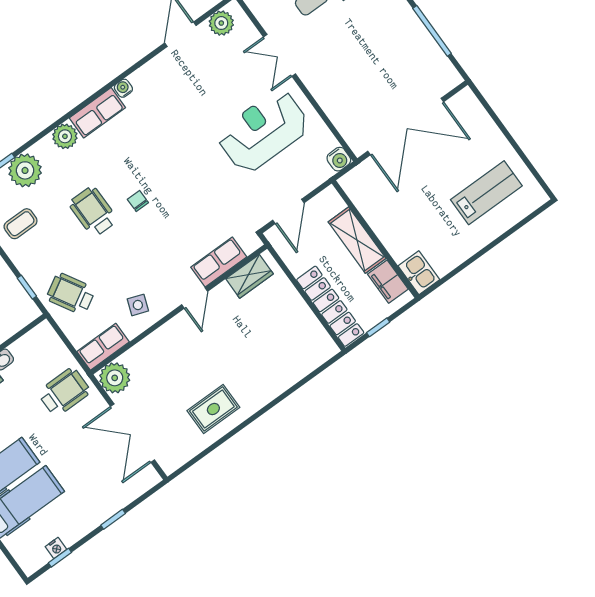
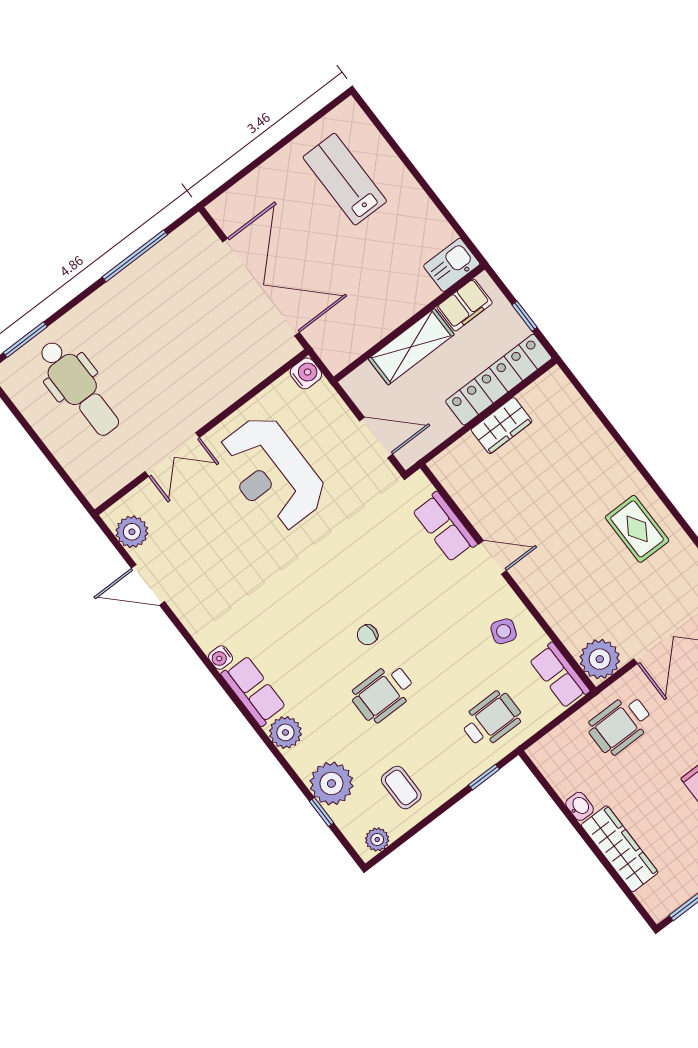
wardrobe: (250, 276) -> (502, 426), moved, turned 90
wheelchair: (71, 294) -> (491, 719), turned -150
wheelchair: (64, 392) -> (620, 725), turned -90

